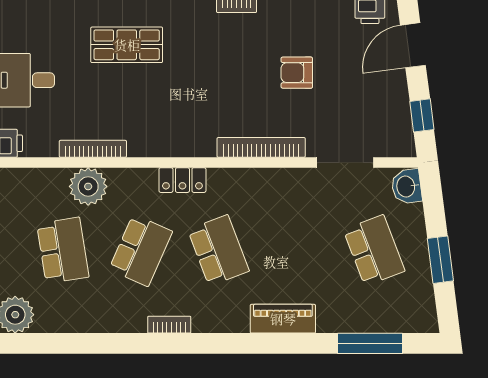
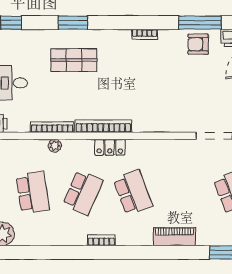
armchair: (297, 73) -> (198, 44), moved
bookcase: (261, 147) -> (103, 126), moved
plant: (88, 186) -> (55, 146), width x0.53, depth x0.53

